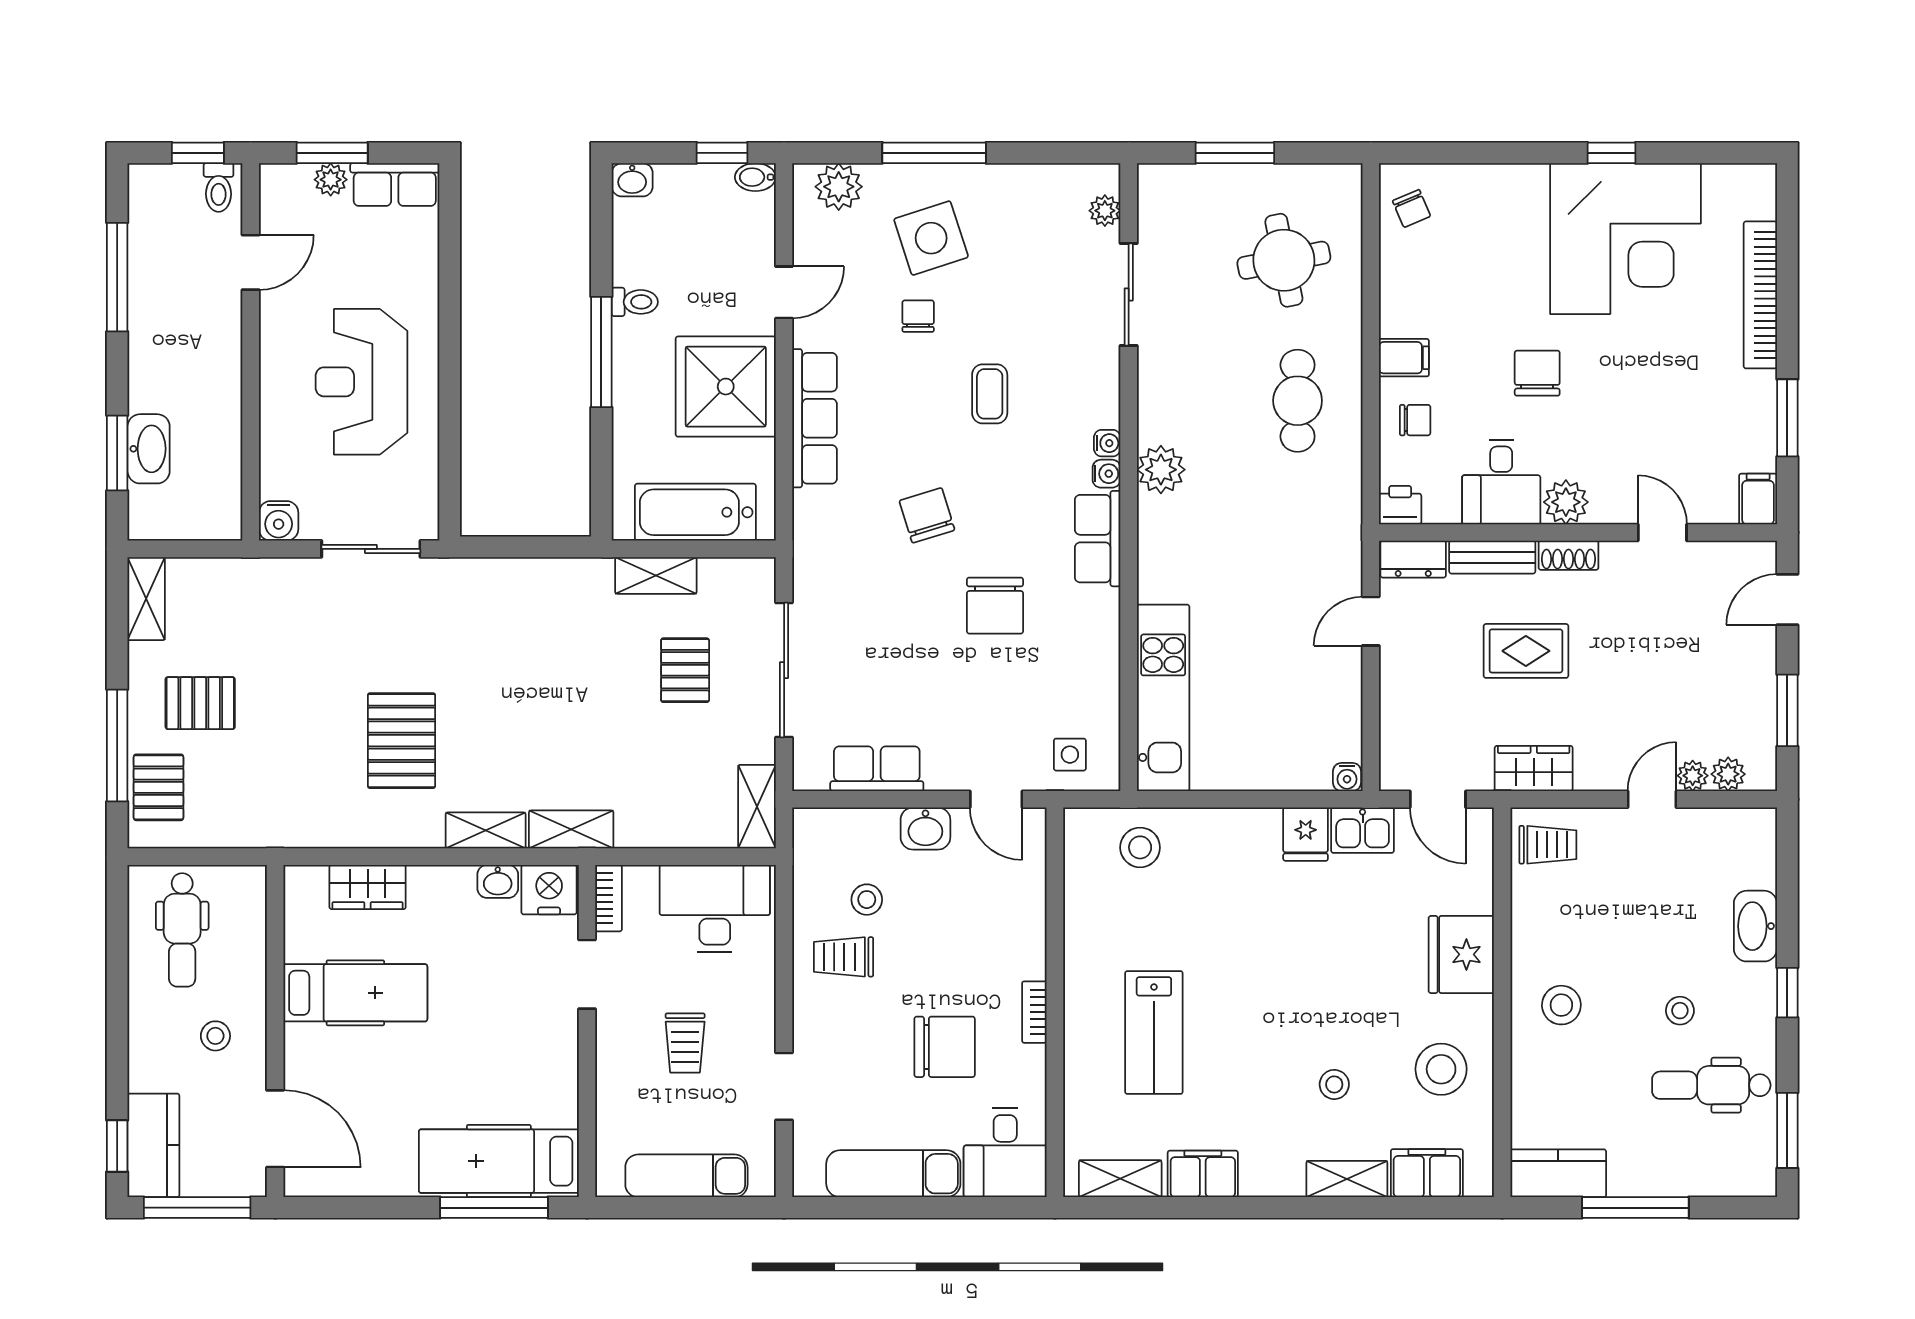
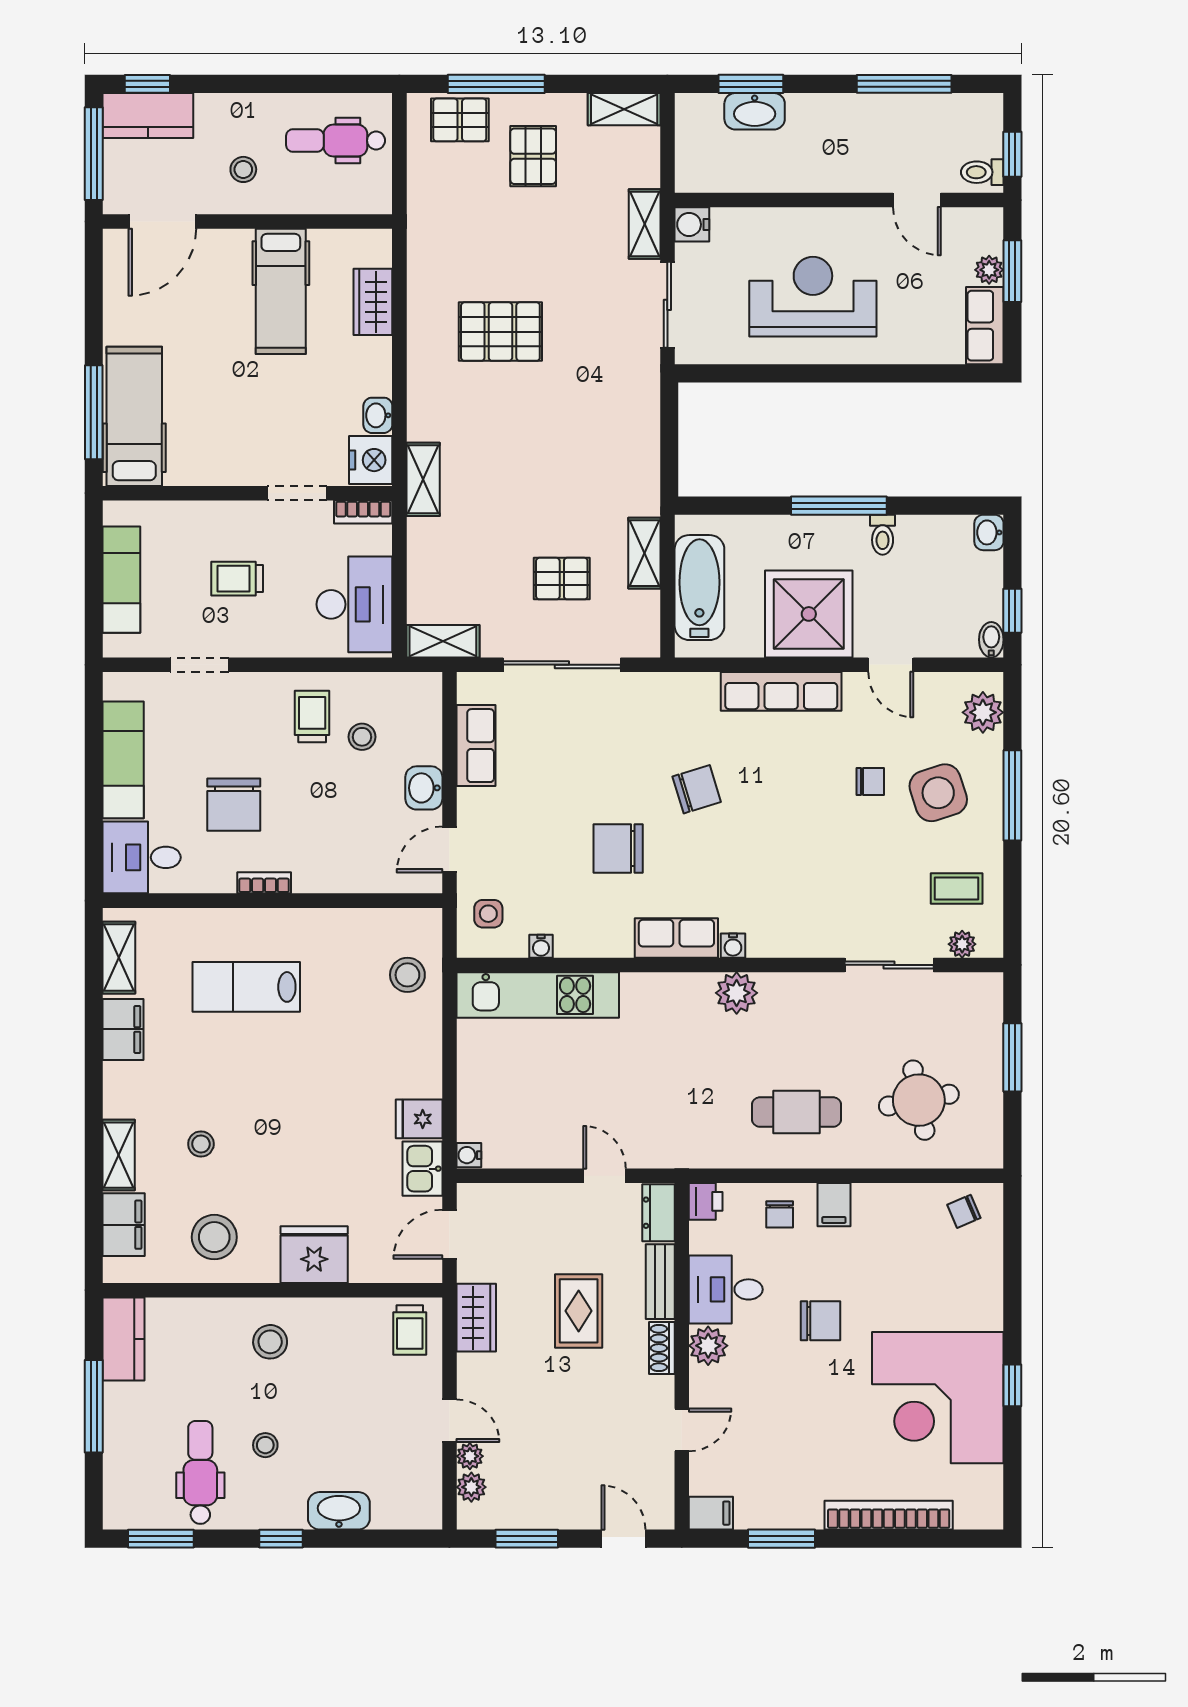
coffee table: (990, 394) -> (957, 889), moved
water cooler: (1107, 443) -> (541, 946), moved
shelving: (486, 830) -> (645, 224), moved

